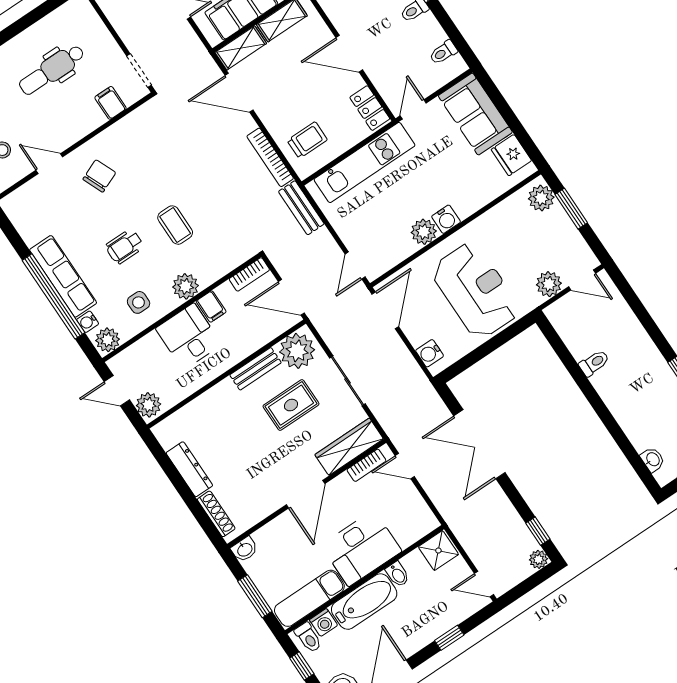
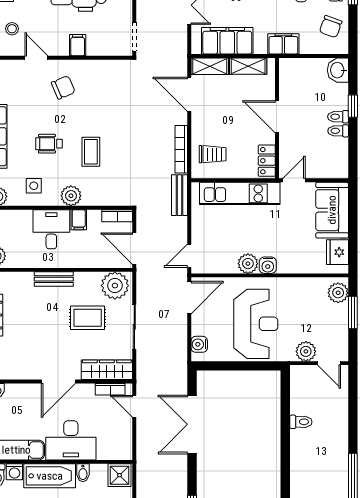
toilet: (443, 52) -> (338, 131), moved
filing cabinet: (111, 103) -> (78, 45), moved
bench: (256, 369) -> (54, 279), moved

